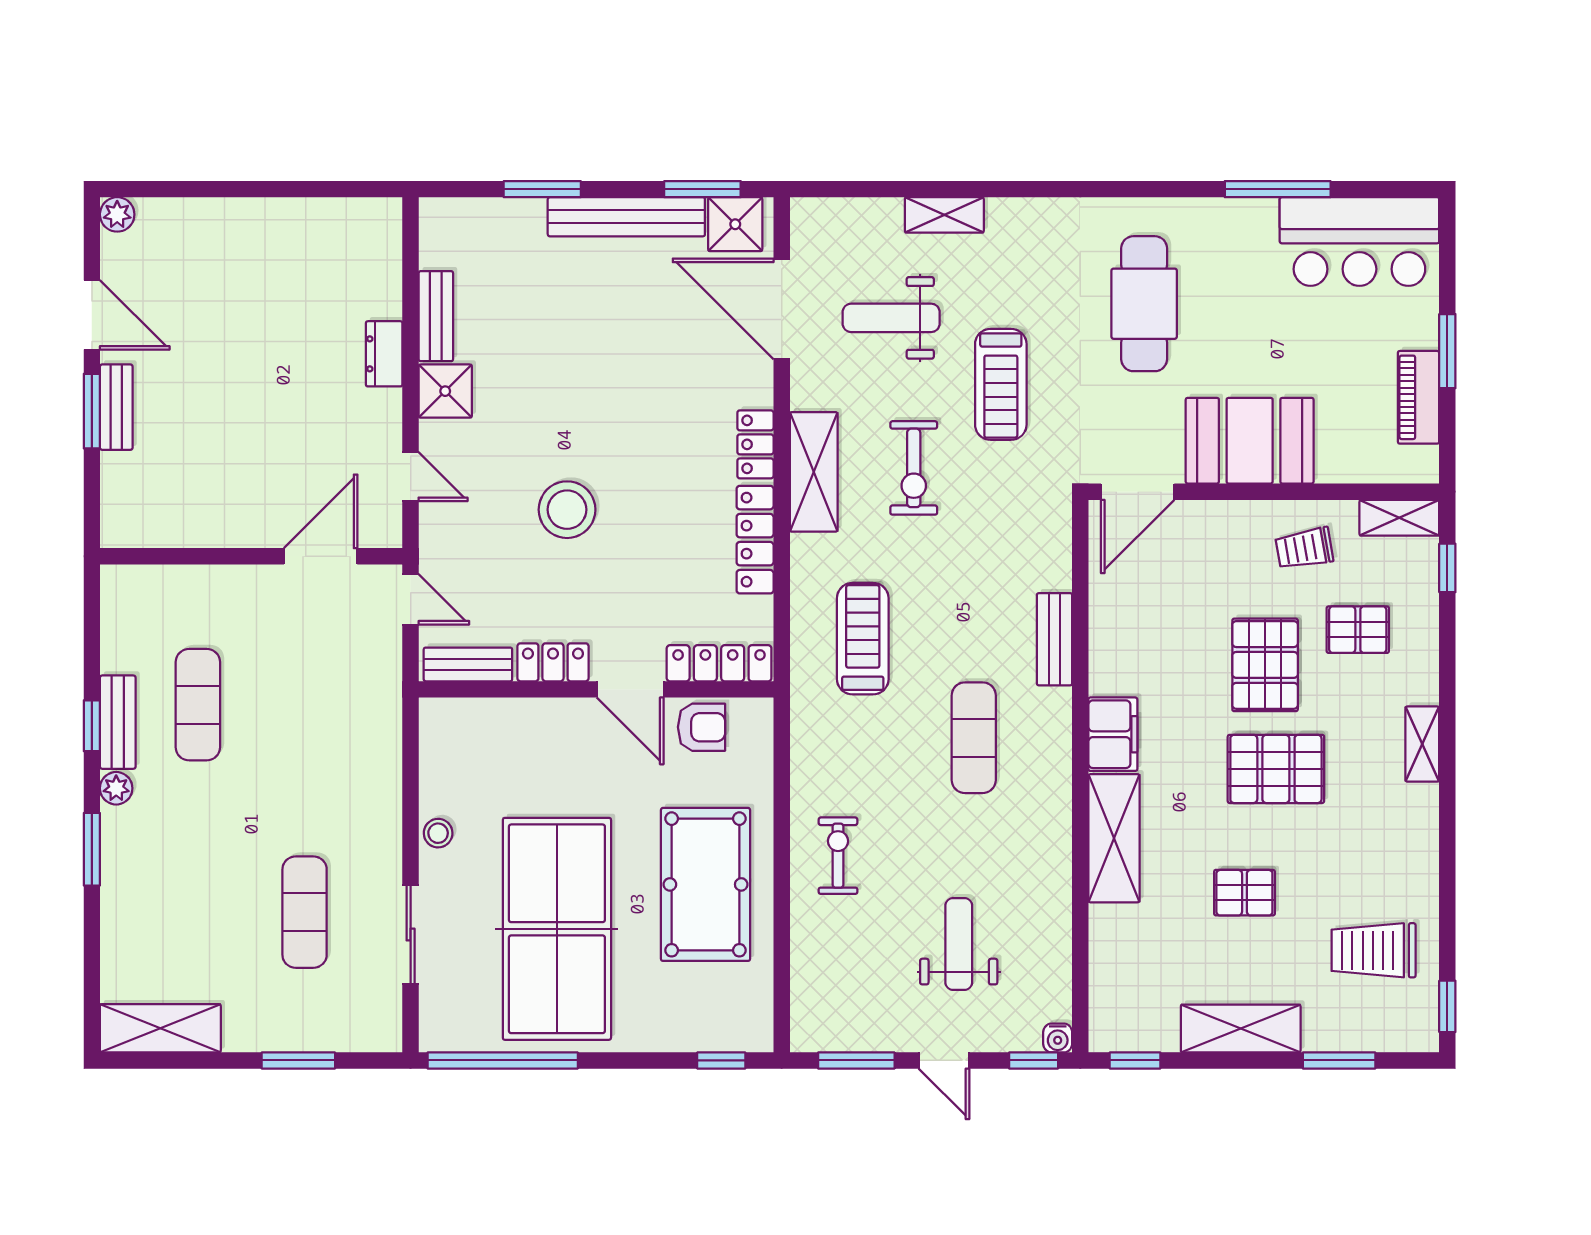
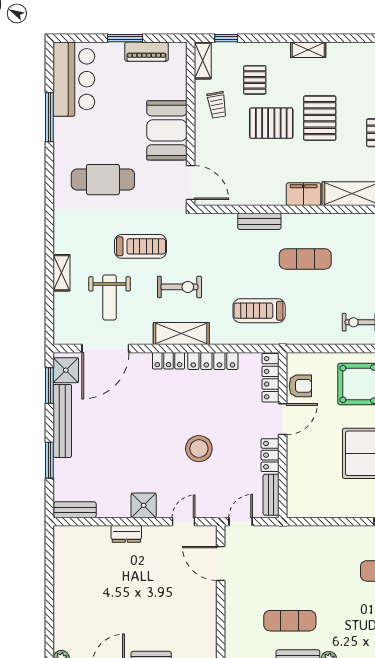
bench: (436, 316) -> (75, 510), moved
armchair: (702, 727) -> (300, 386), turned 90
stool: (438, 833) -> (350, 509), removed

